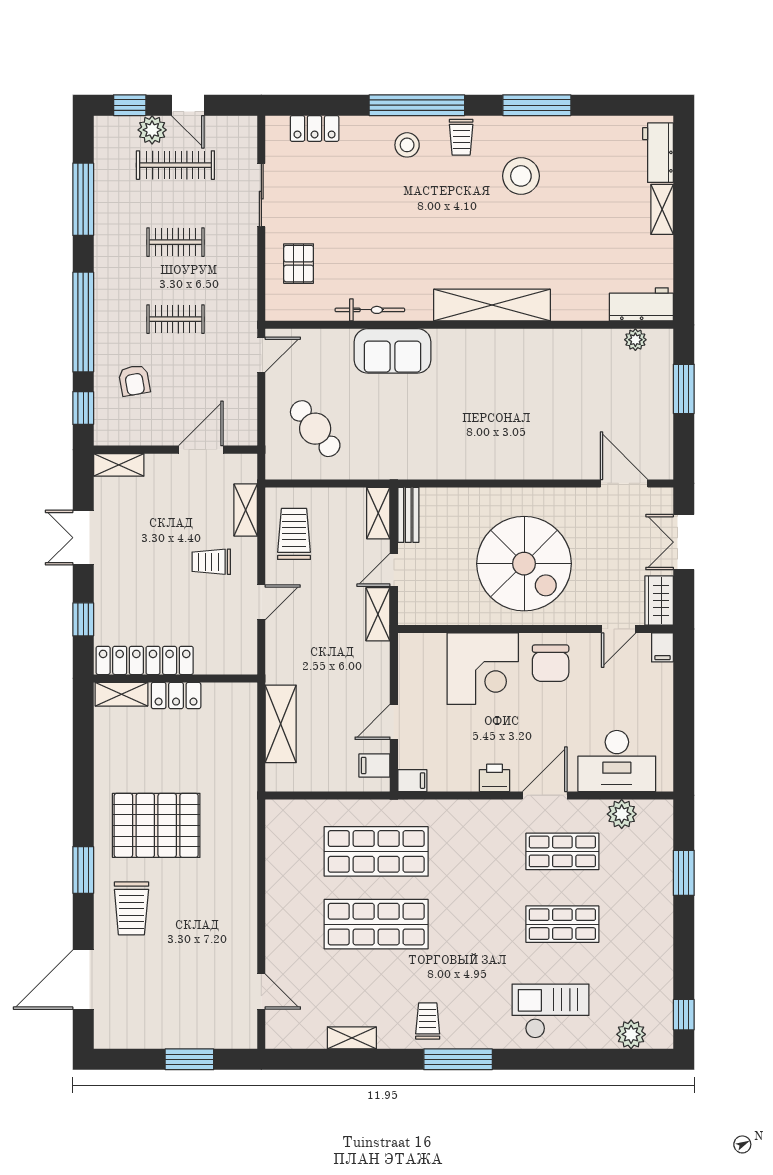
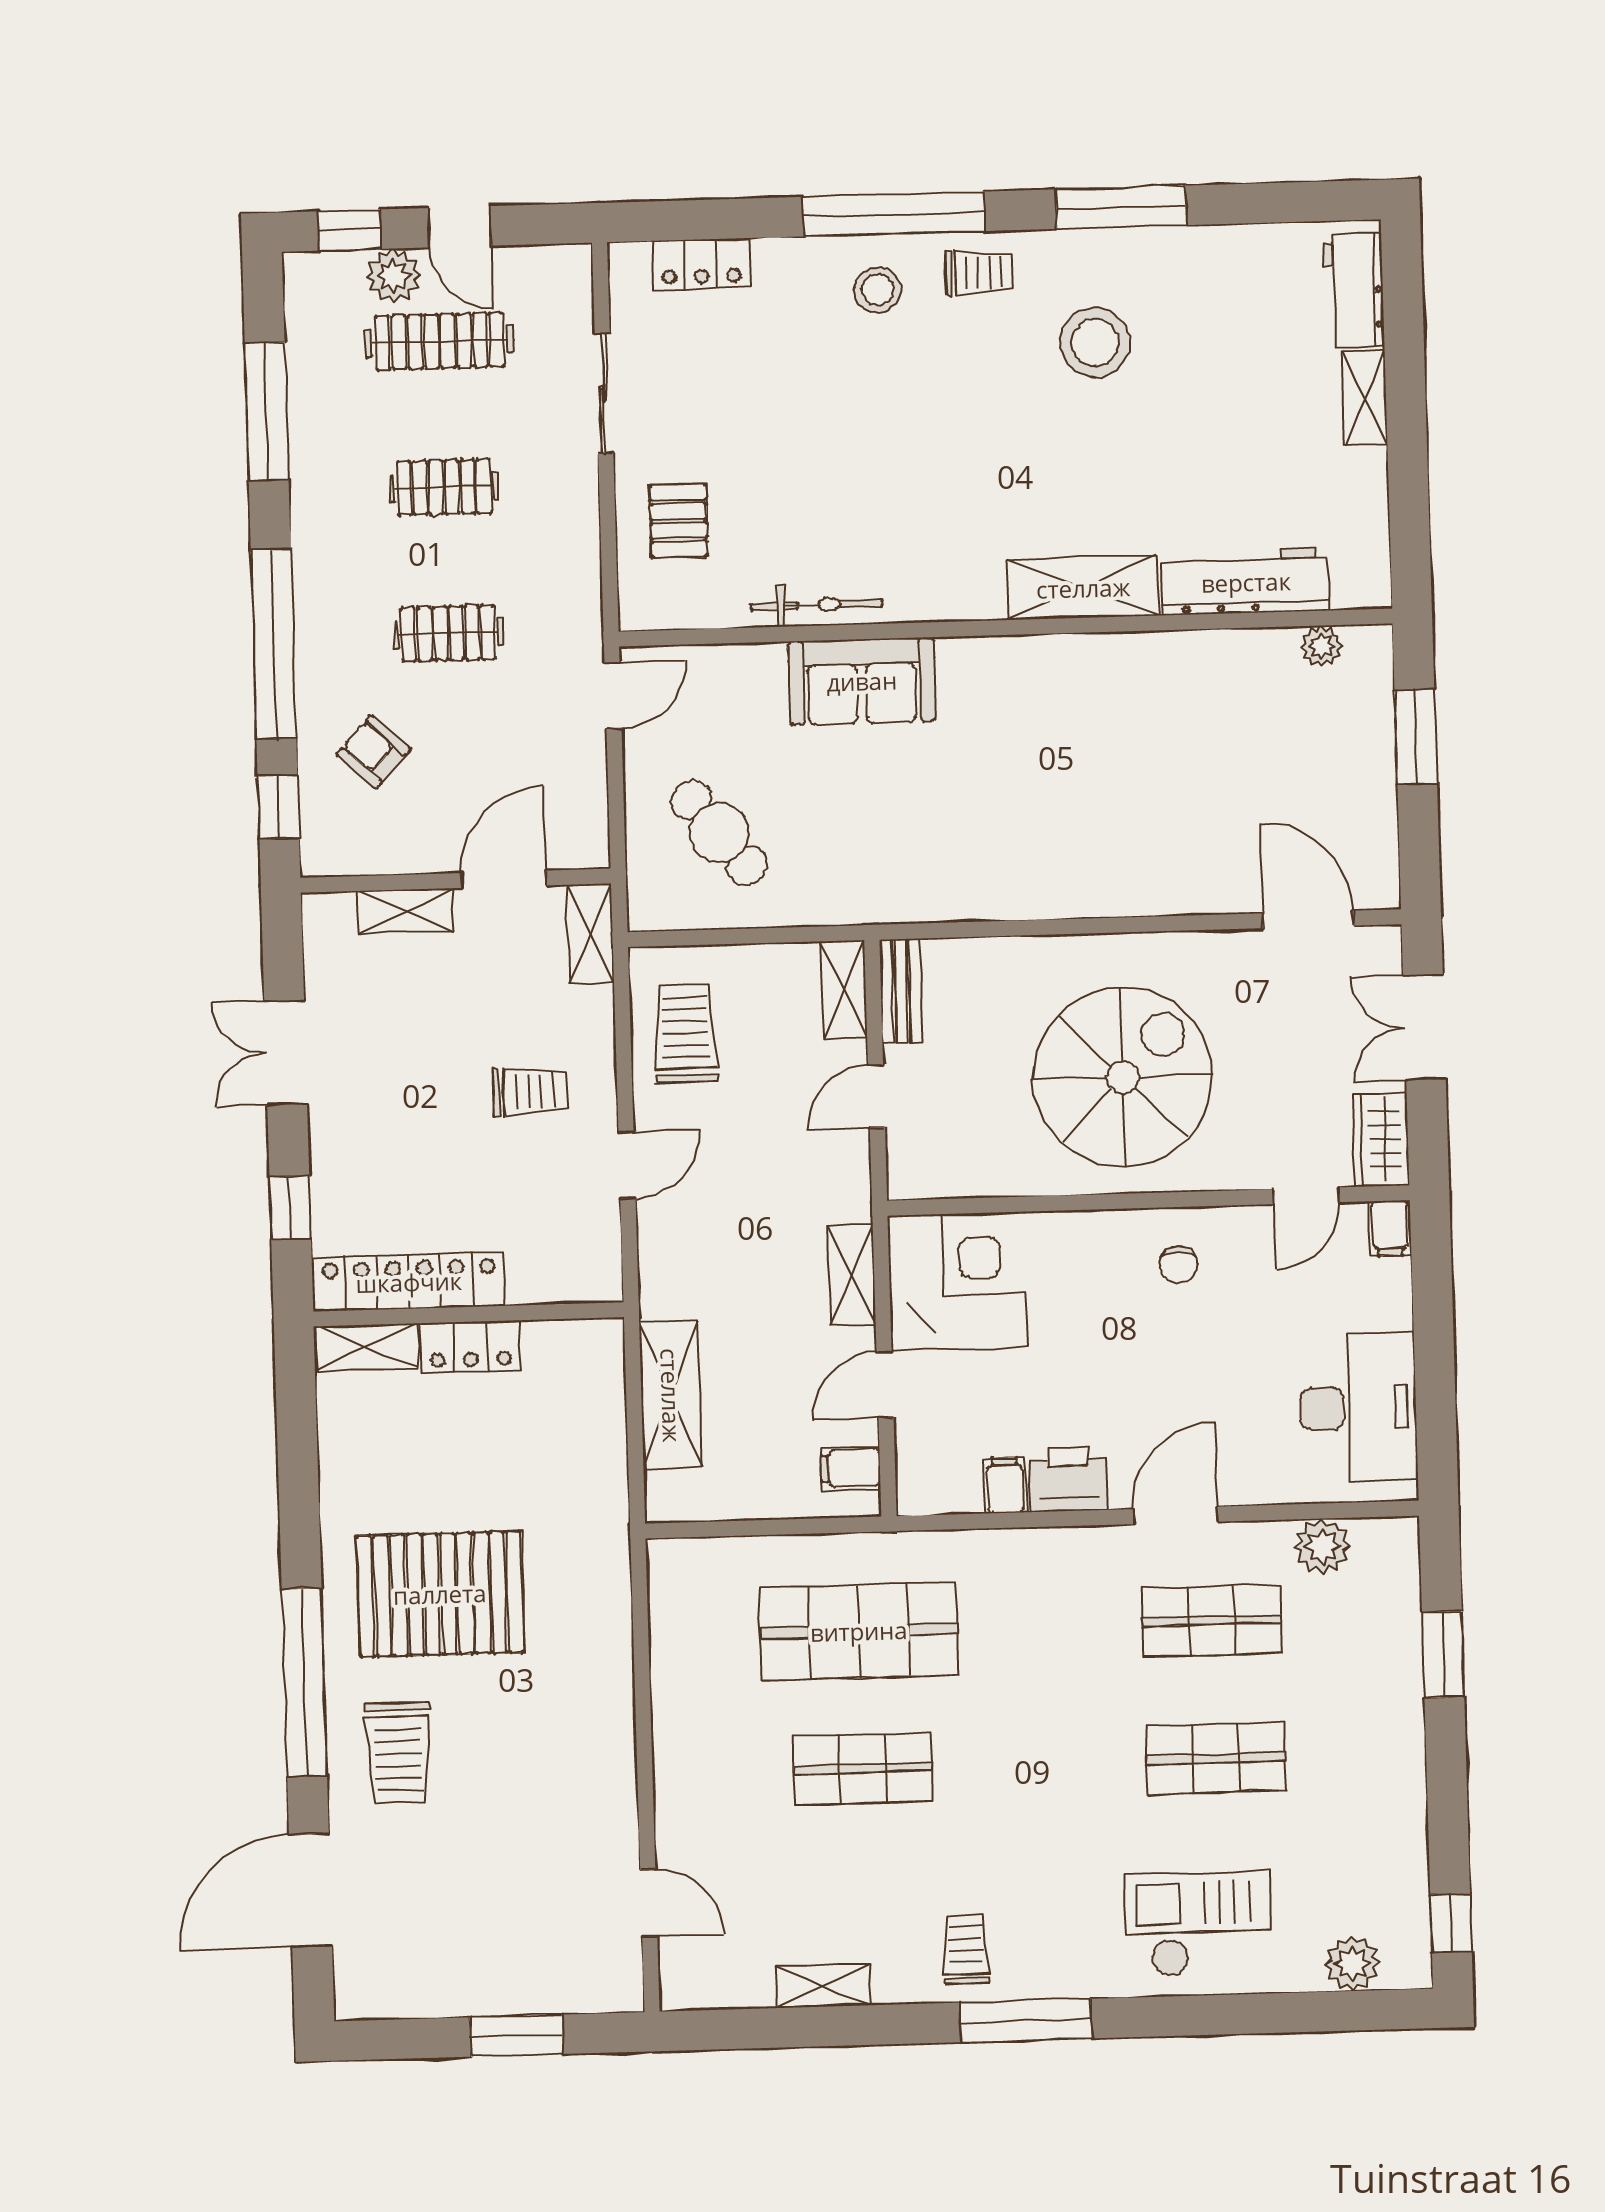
trolley: (461, 137) -> (980, 272), turned -90
workbench: (641, 304) -> (1246, 582), moved, width x1.38
shelving: (492, 305) -> (1083, 588), width x0.68
armchair: (134, 380) -> (374, 752), turned 143
shelving: (119, 465) -> (406, 911), moved
shelving: (246, 510) -> (590, 934), moved
trolley: (211, 562) -> (530, 1091), turned 180
spiral stairs: (524, 564) -> (1123, 1077), turned -90
shelving: (378, 614) -> (852, 1275), moved
chair: (551, 663) -> (1179, 1264), width x0.54, depth x0.54
corner desk: (483, 669) -> (957, 1281), moved, turned -90
desk: (617, 761) -> (1358, 1408), moved, turned -90
printer: (494, 778) -> (1068, 1479), width x1.36, depth x1.24
filing cabinet: (412, 781) -> (1005, 1485), moved, turned -90
window: (83, 870) -> (304, 1683), width x2.11
shop shelf: (376, 924) -> (863, 1769), width x0.70, depth x0.74

